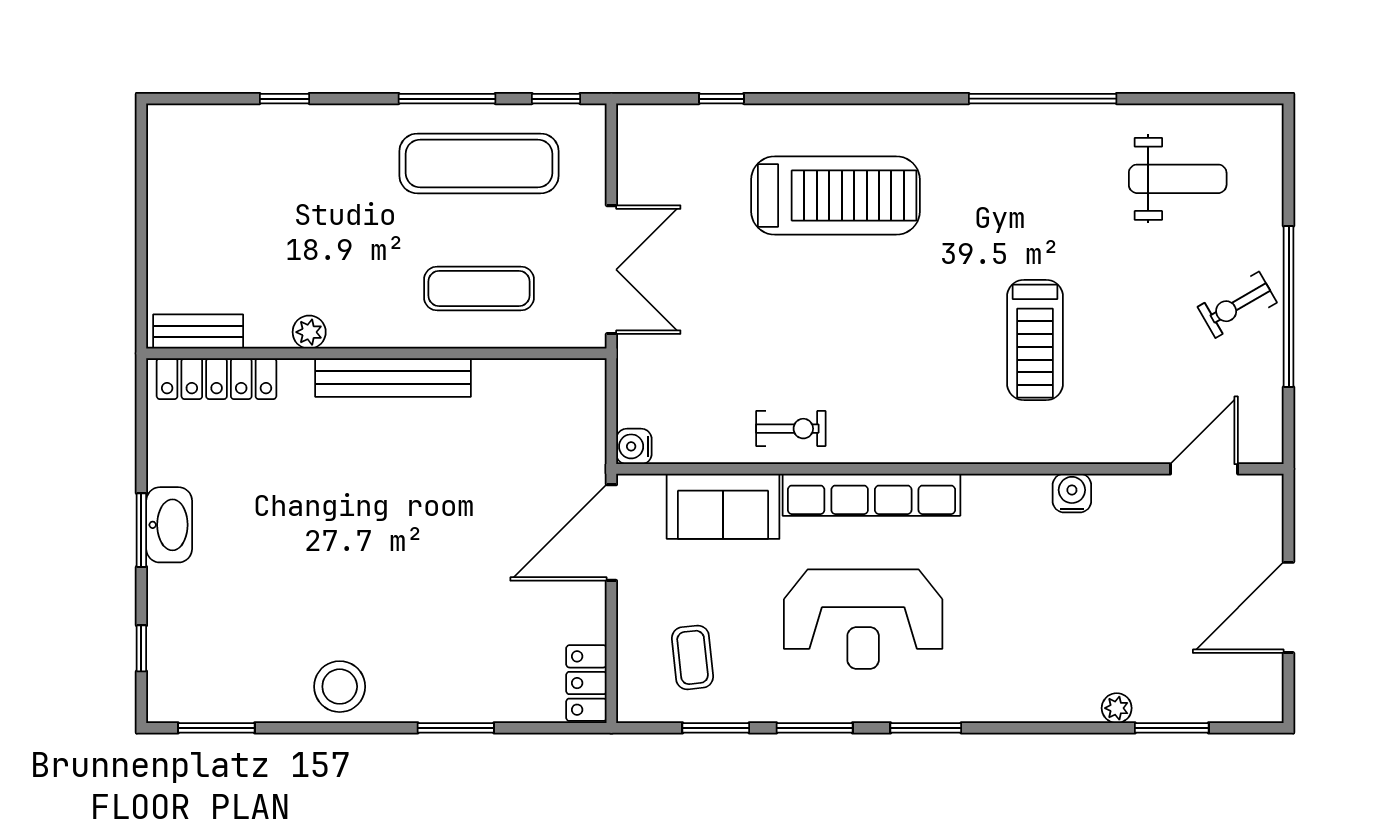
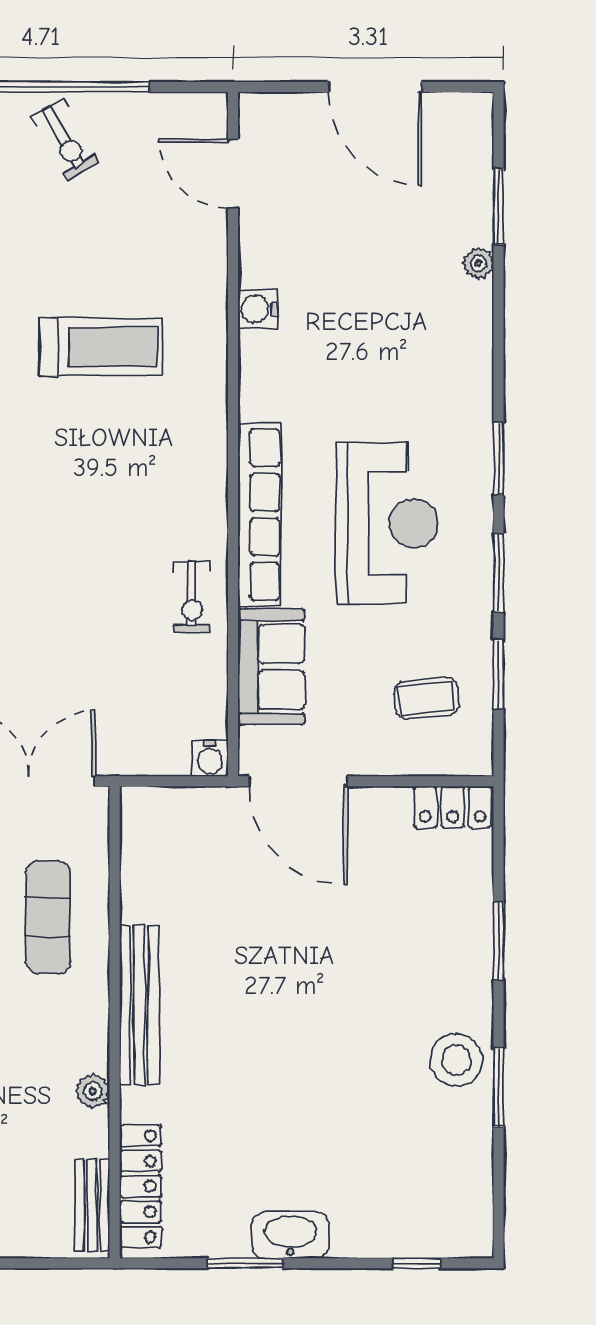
exercise bike: (791, 429) -> (192, 597), turned 180
window: (141, 530) -> (245, 1263), moved
window: (216, 728) -> (499, 1087), moved

